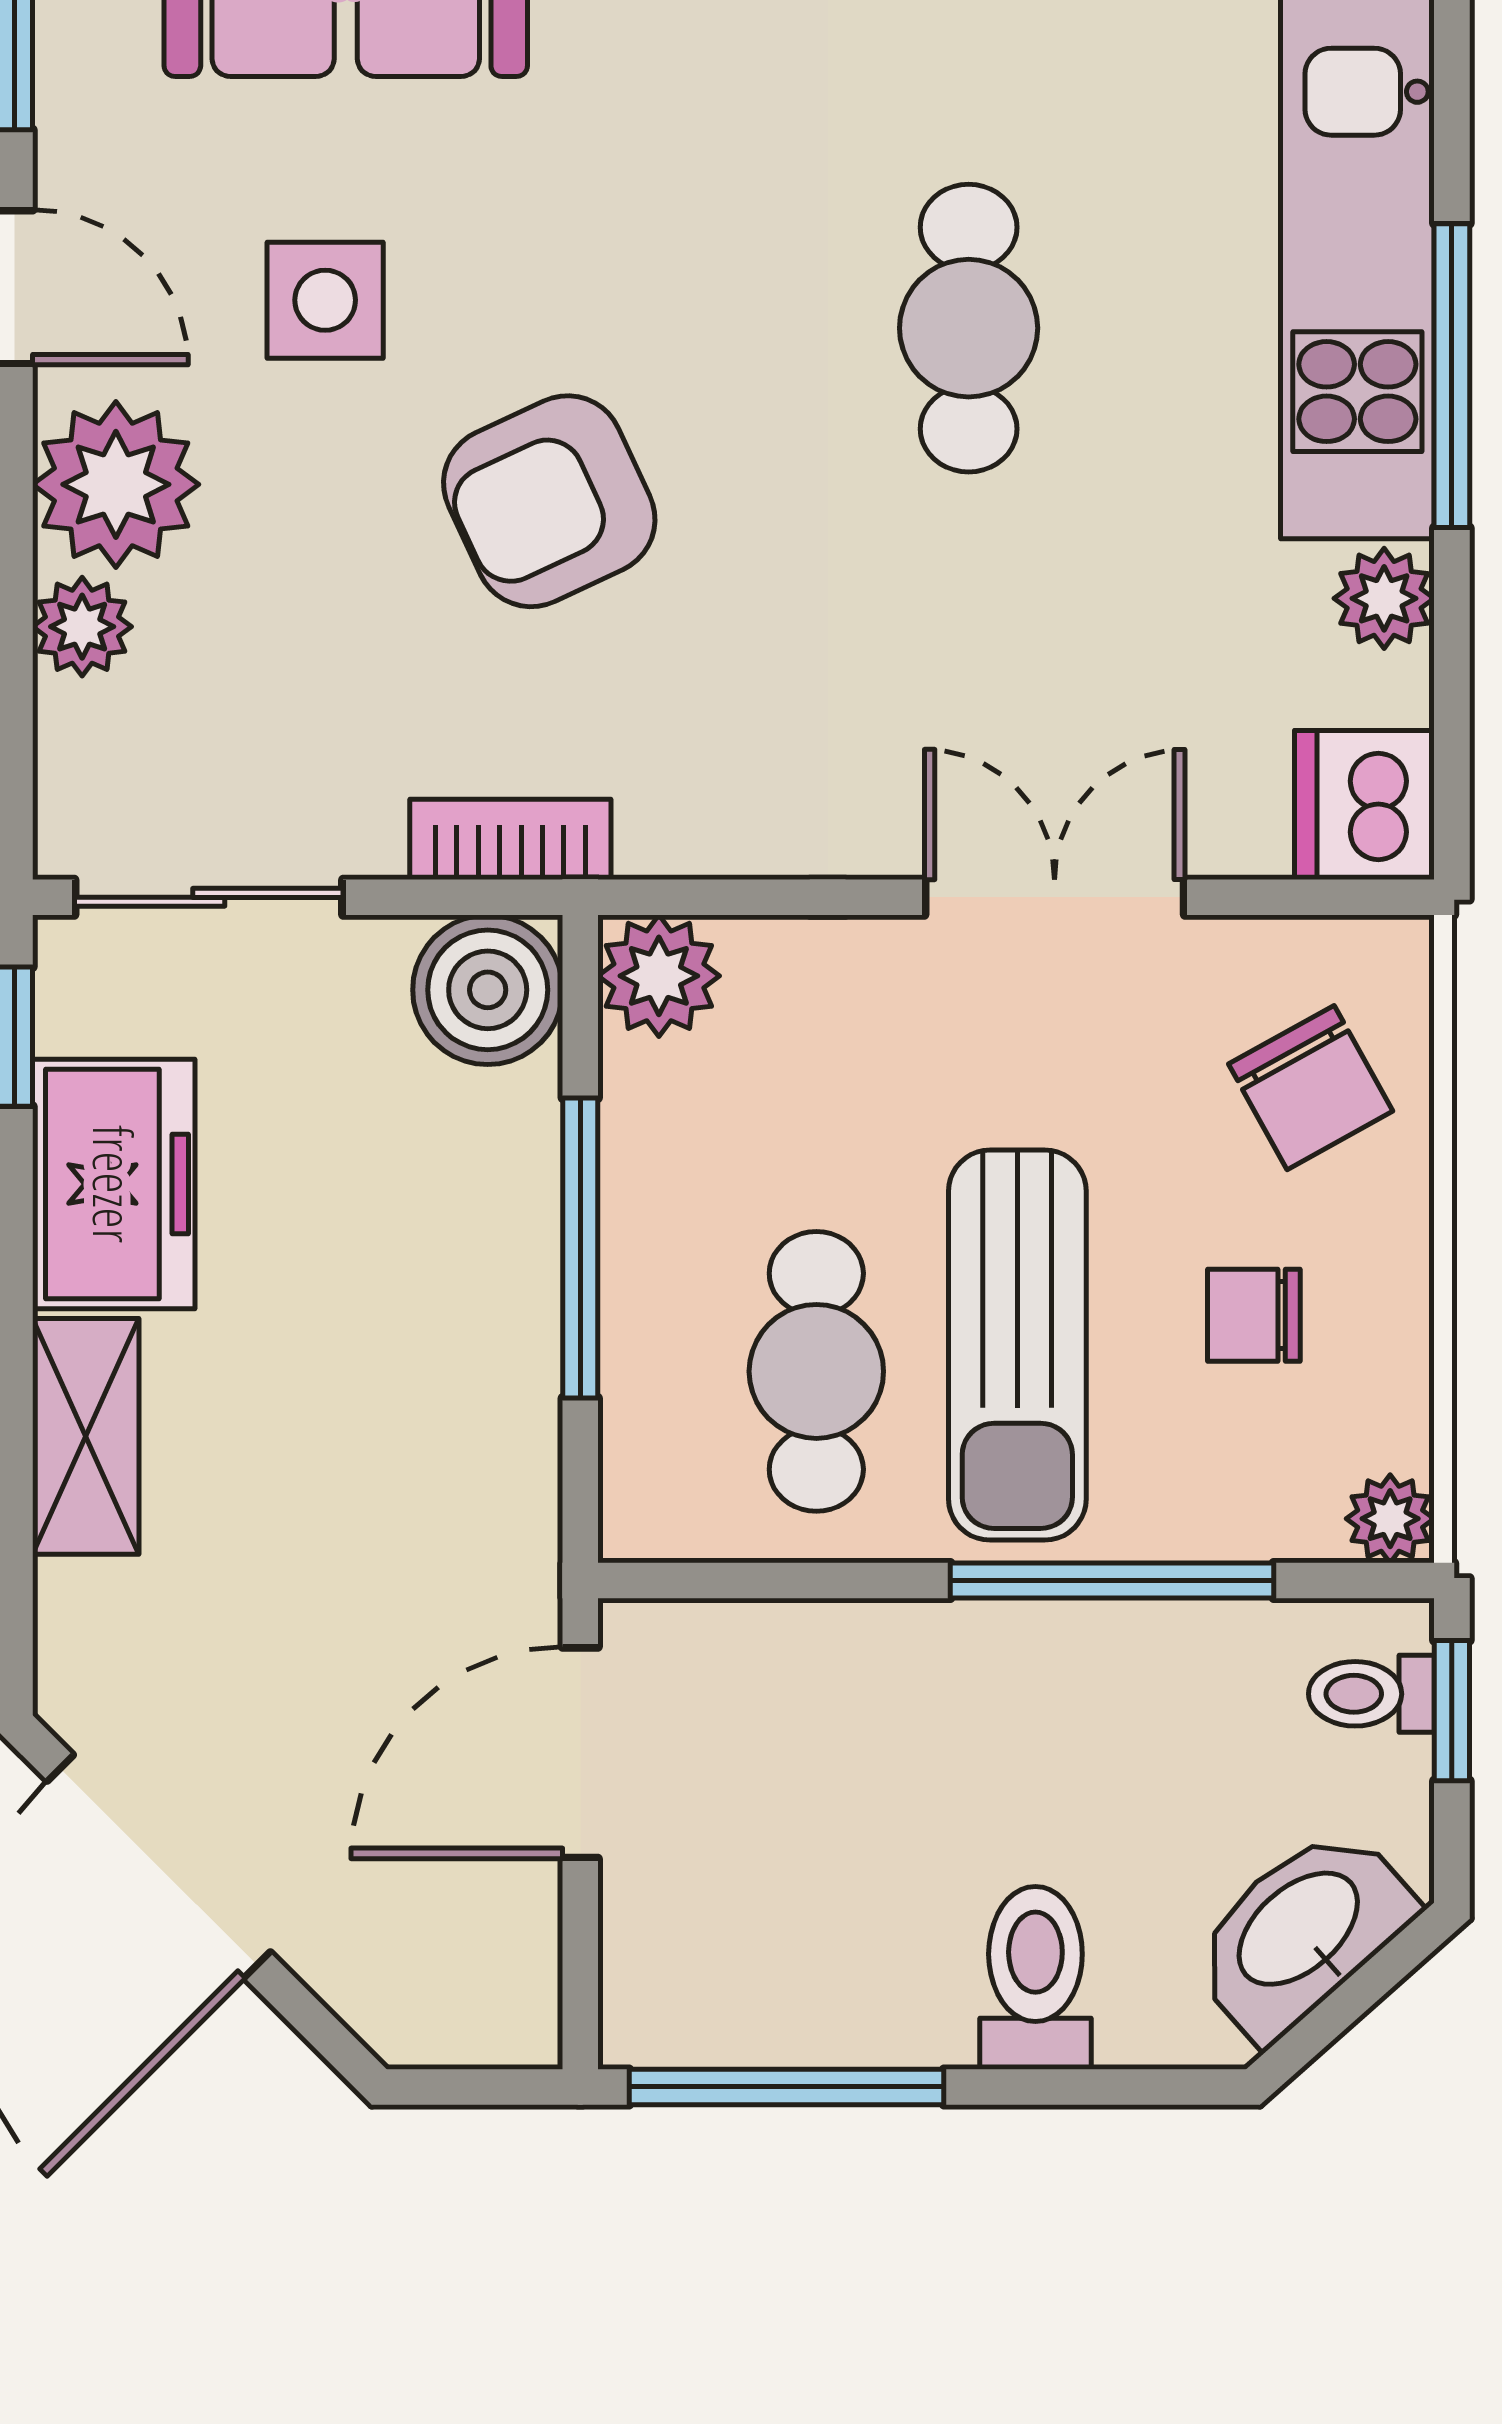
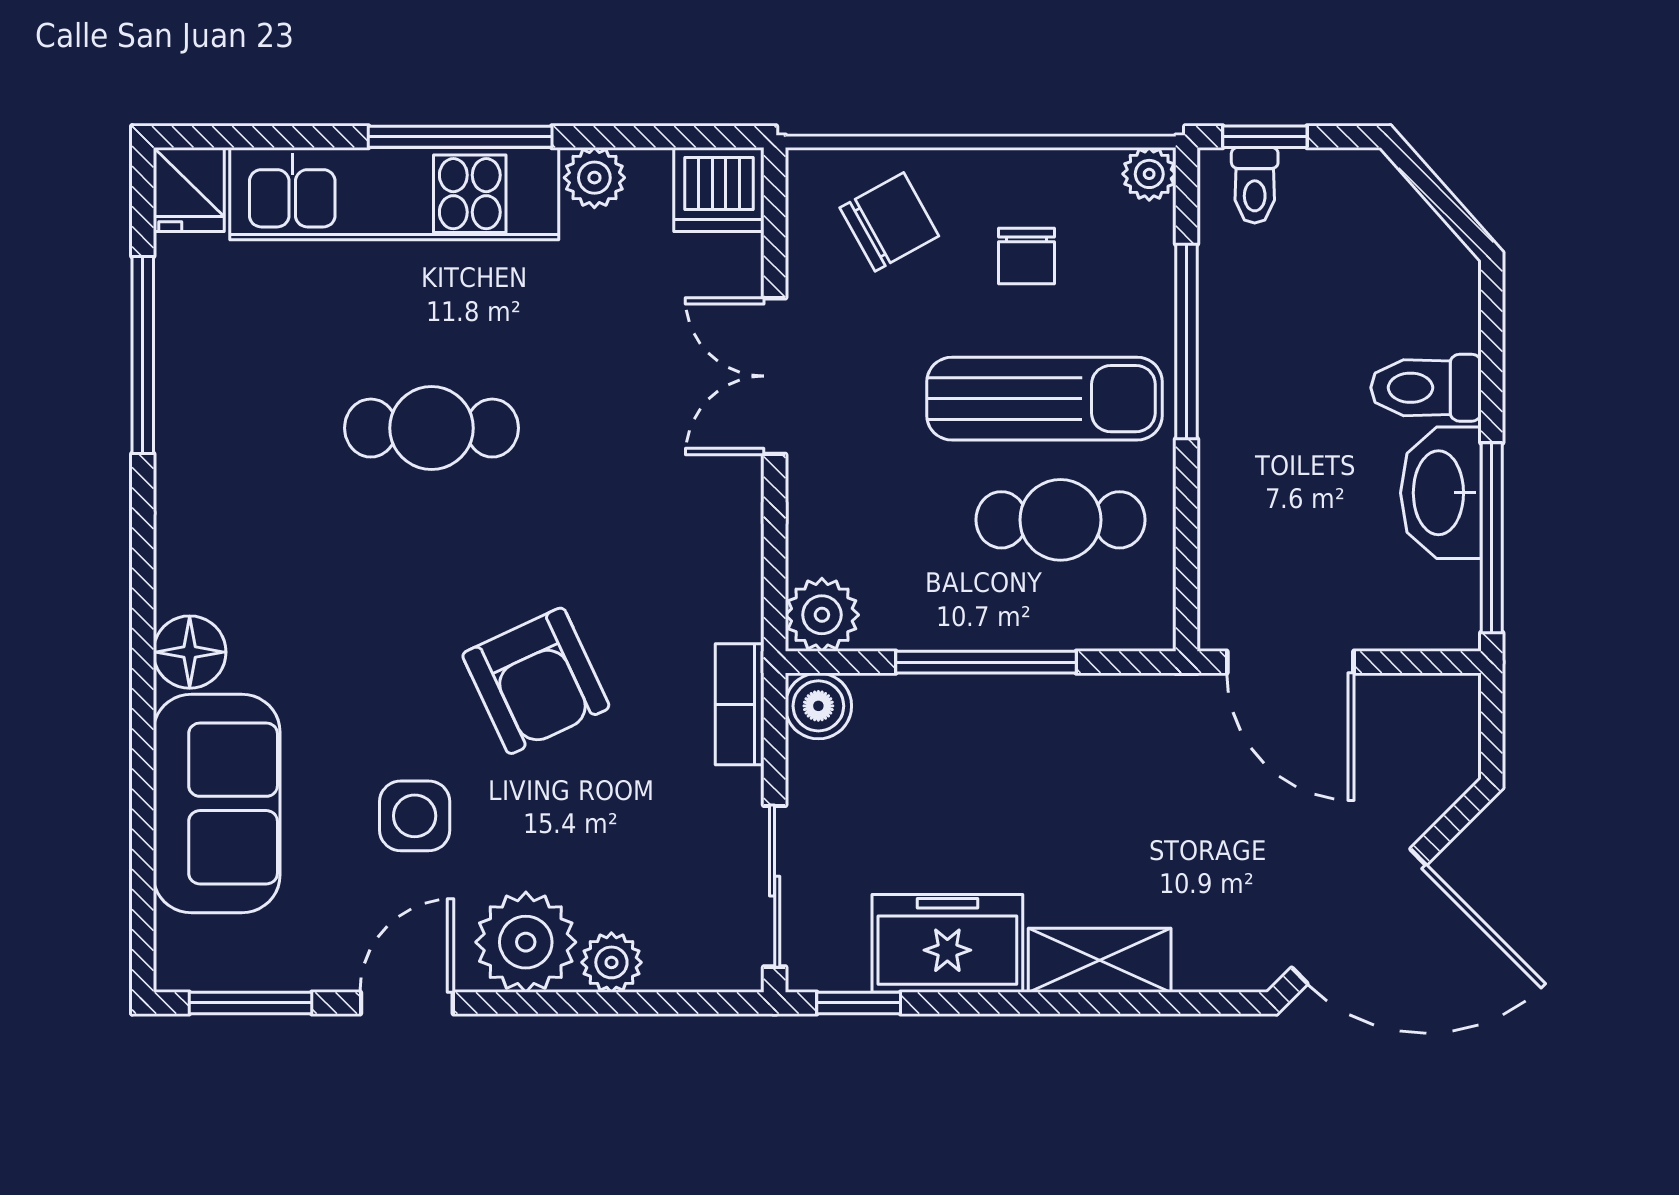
boiler: (488, 990) -> (818, 706), width x0.73, depth x0.73
washbasin: (1301, 1932) -> (1441, 493), moved, turned 42

